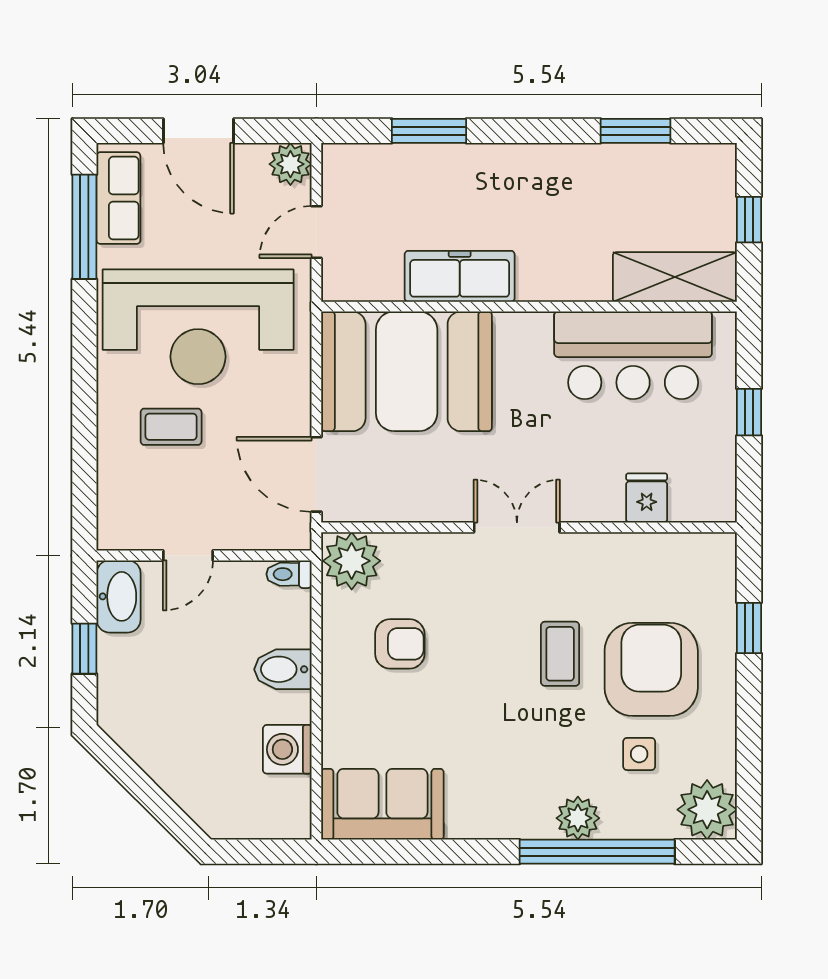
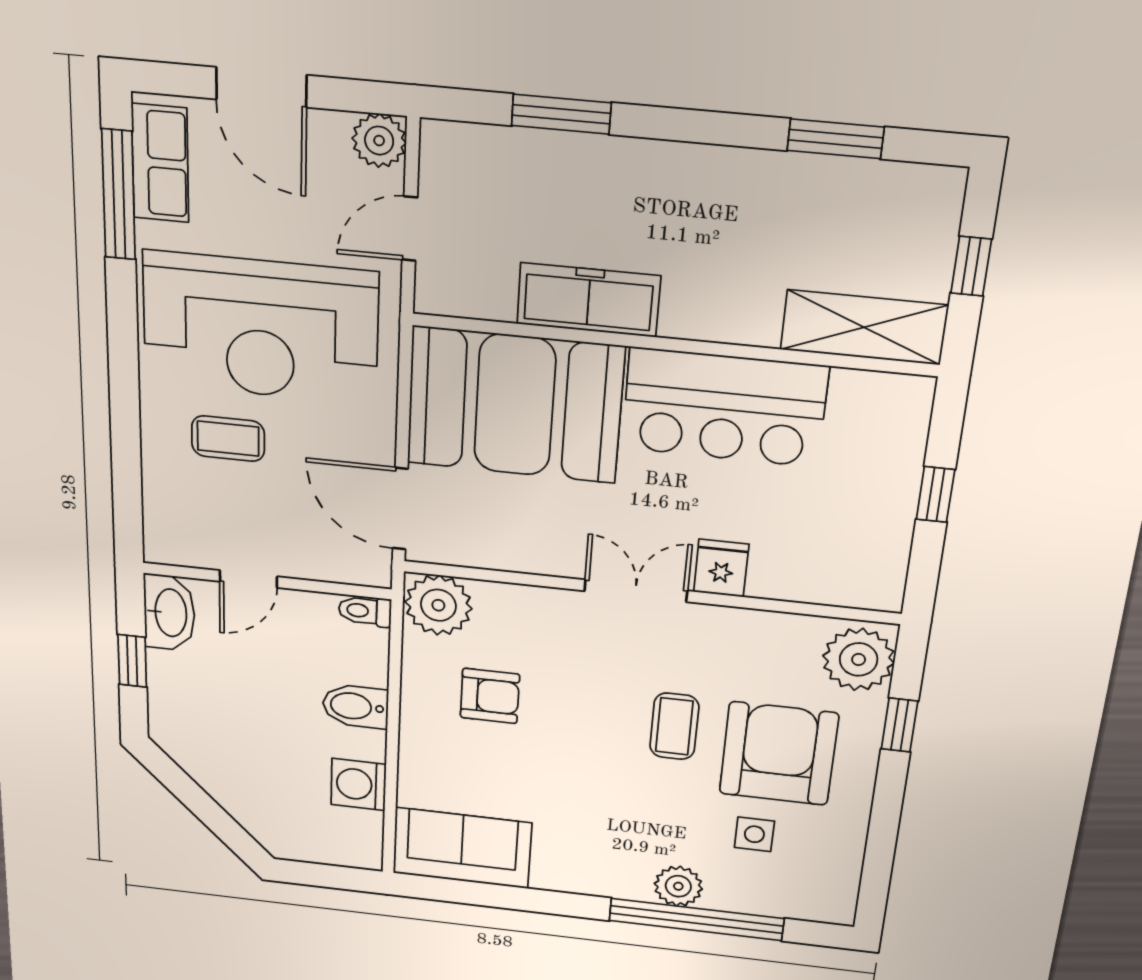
bar counter: (633, 355) -> (724, 407), moved
fridge: (647, 498) -> (721, 568), moved
plant: (707, 810) -> (859, 659), moved

